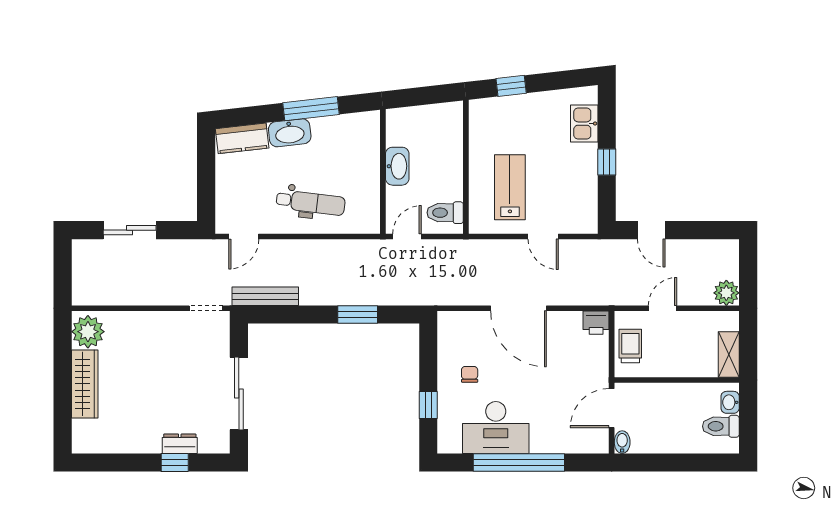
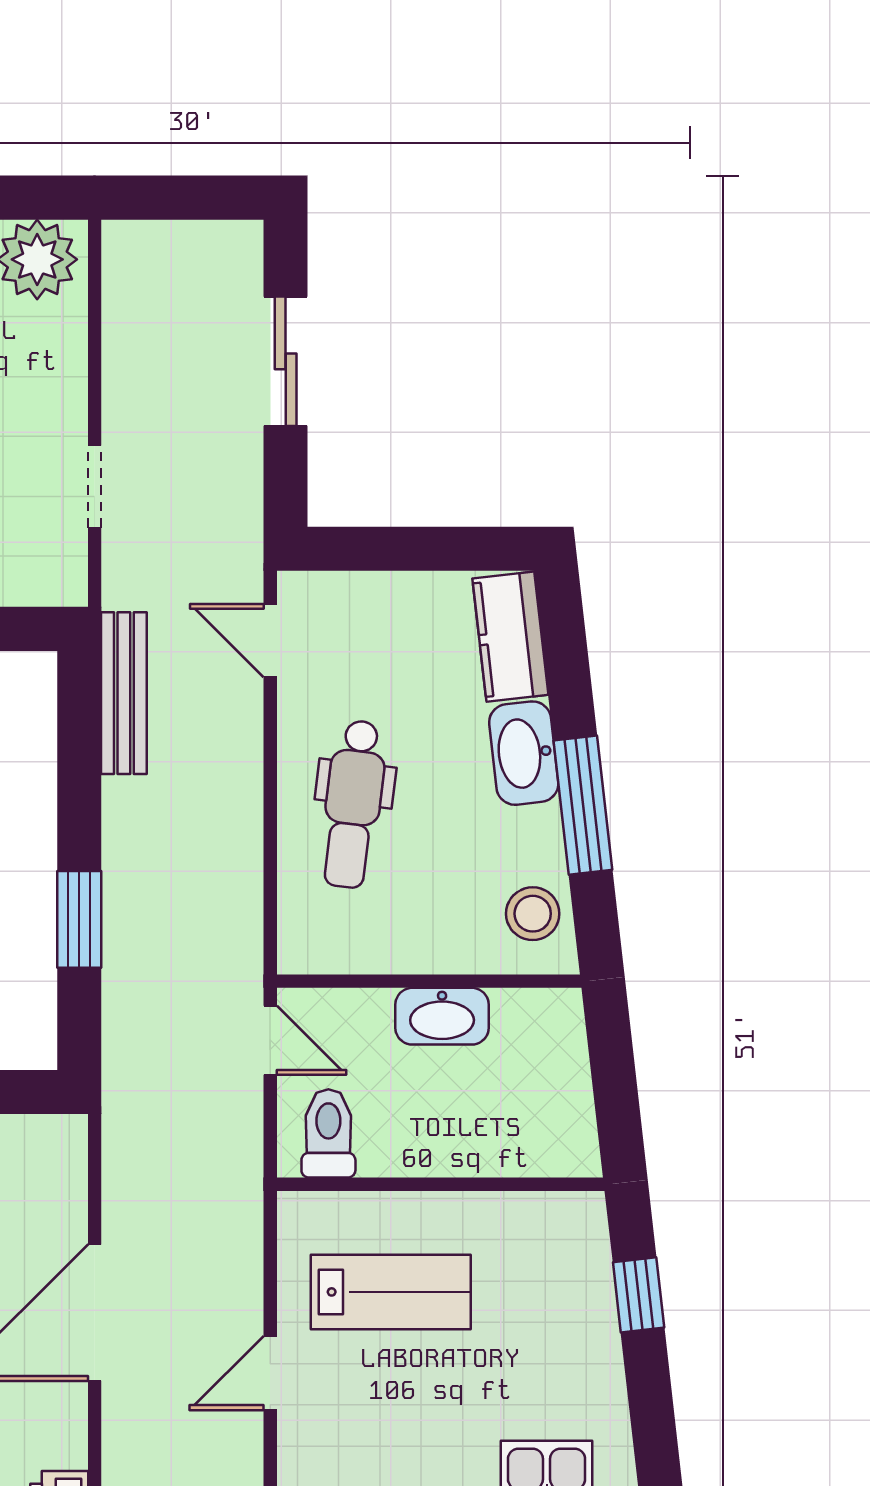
stool: (355, 129) -> (533, 914), added
doorway: (206, 308) -> (95, 487), moved

